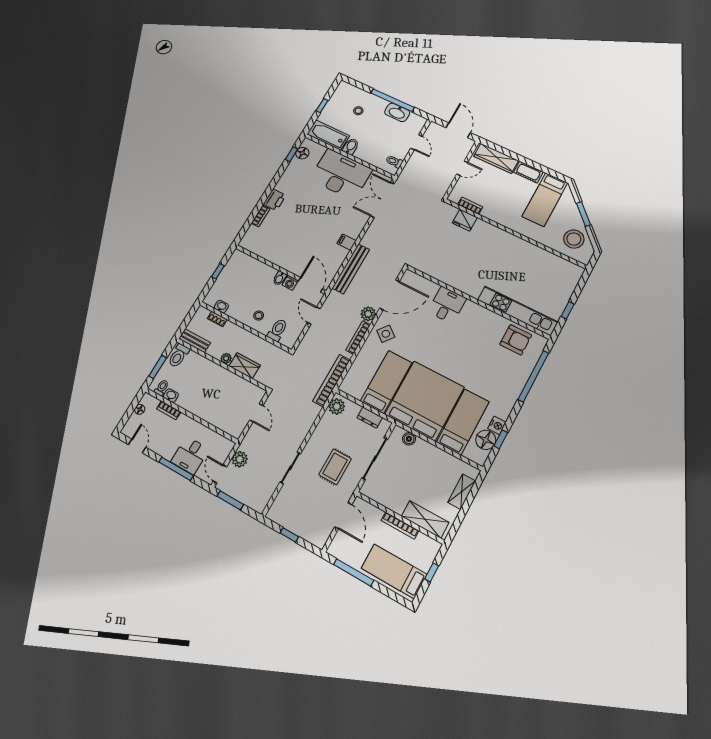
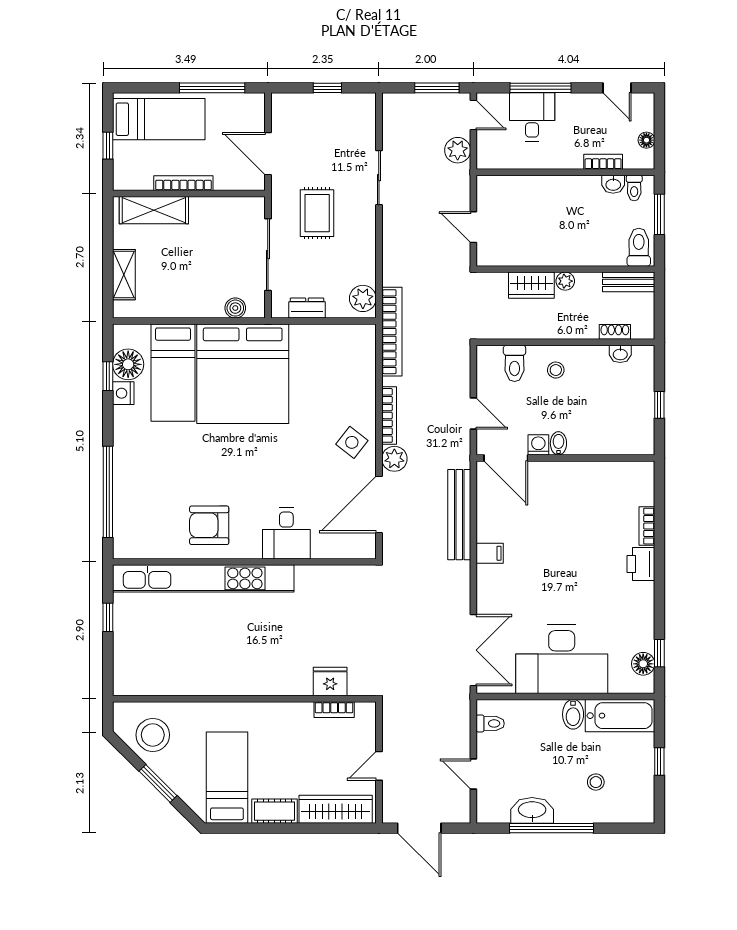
kitchen unit: (518, 311) -> (203, 578), width x1.36
armchair: (516, 340) -> (209, 525), moved
bed: (386, 382) -> (312, 372), removed

